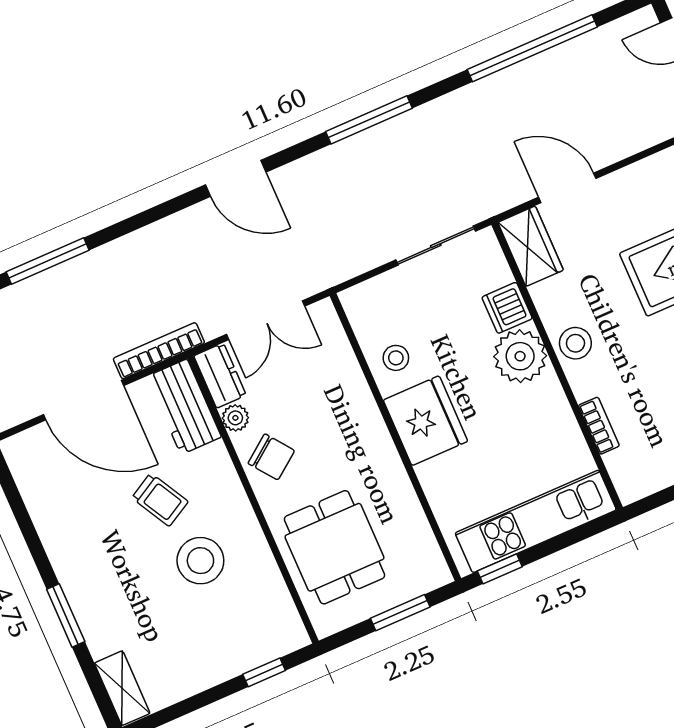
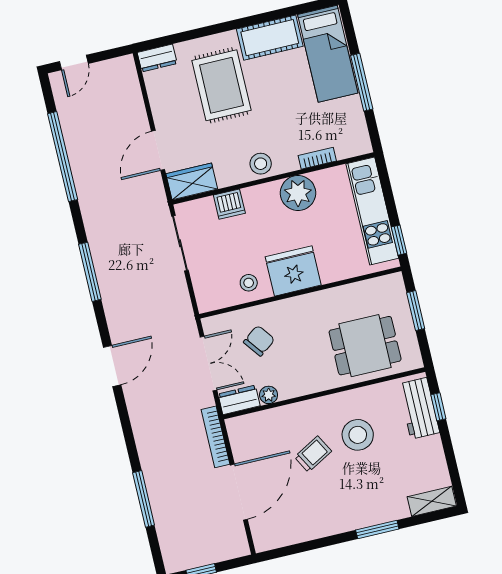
plant: (520, 356) -> (298, 193), moved
workbench: (184, 407) -> (419, 408), moved, turned 90
chair: (271, 457) -> (259, 341), moved

